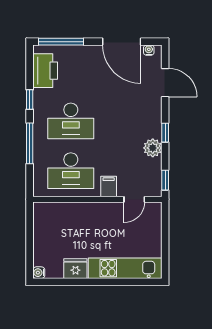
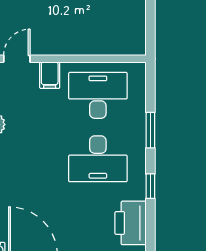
desk: (71, 121) -> (98, 159), turned 180
window: (30, 143) -> (150, 130), width x0.69

